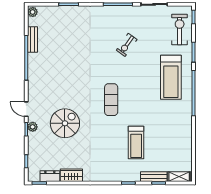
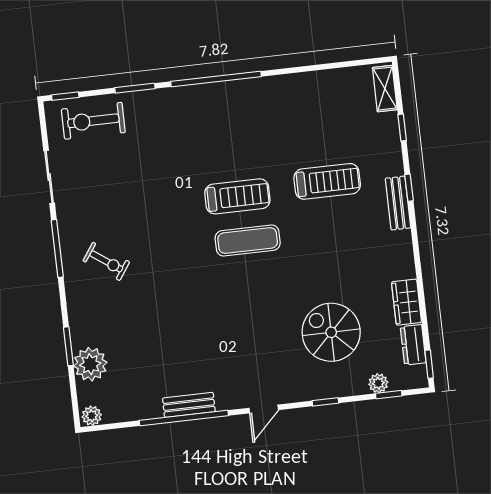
plant: (58, 14) -> (90, 364), added
bench: (33, 40) -> (189, 405), moved
exercise bike: (127, 45) -> (106, 261), moved
treadmill: (171, 77) -> (237, 196), moved, width x0.73, depth x0.73
door: (26, 109) -> (264, 409), moved
spiral stairs: (65, 123) -> (331, 332), moved
plant: (33, 127) -> (378, 383), moved
bench: (154, 177) -> (398, 203), moved

